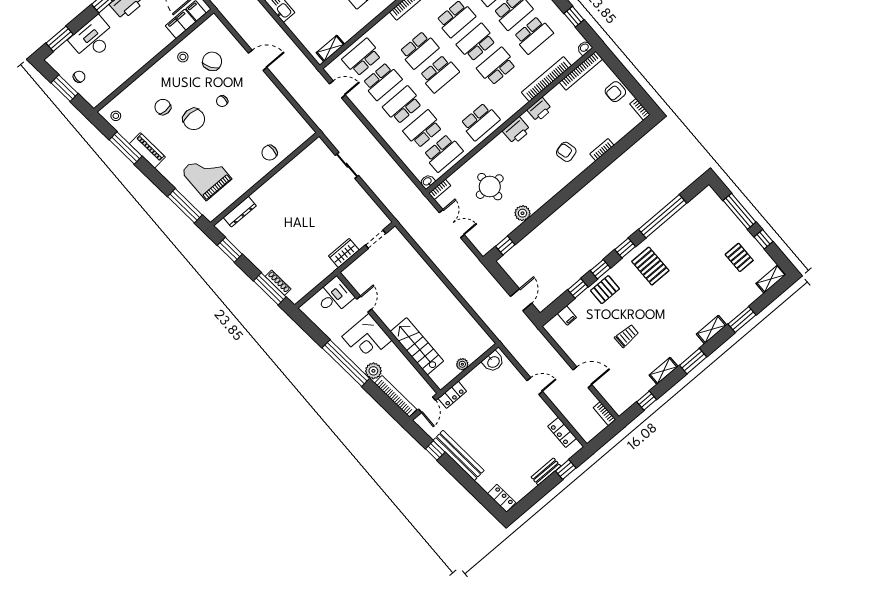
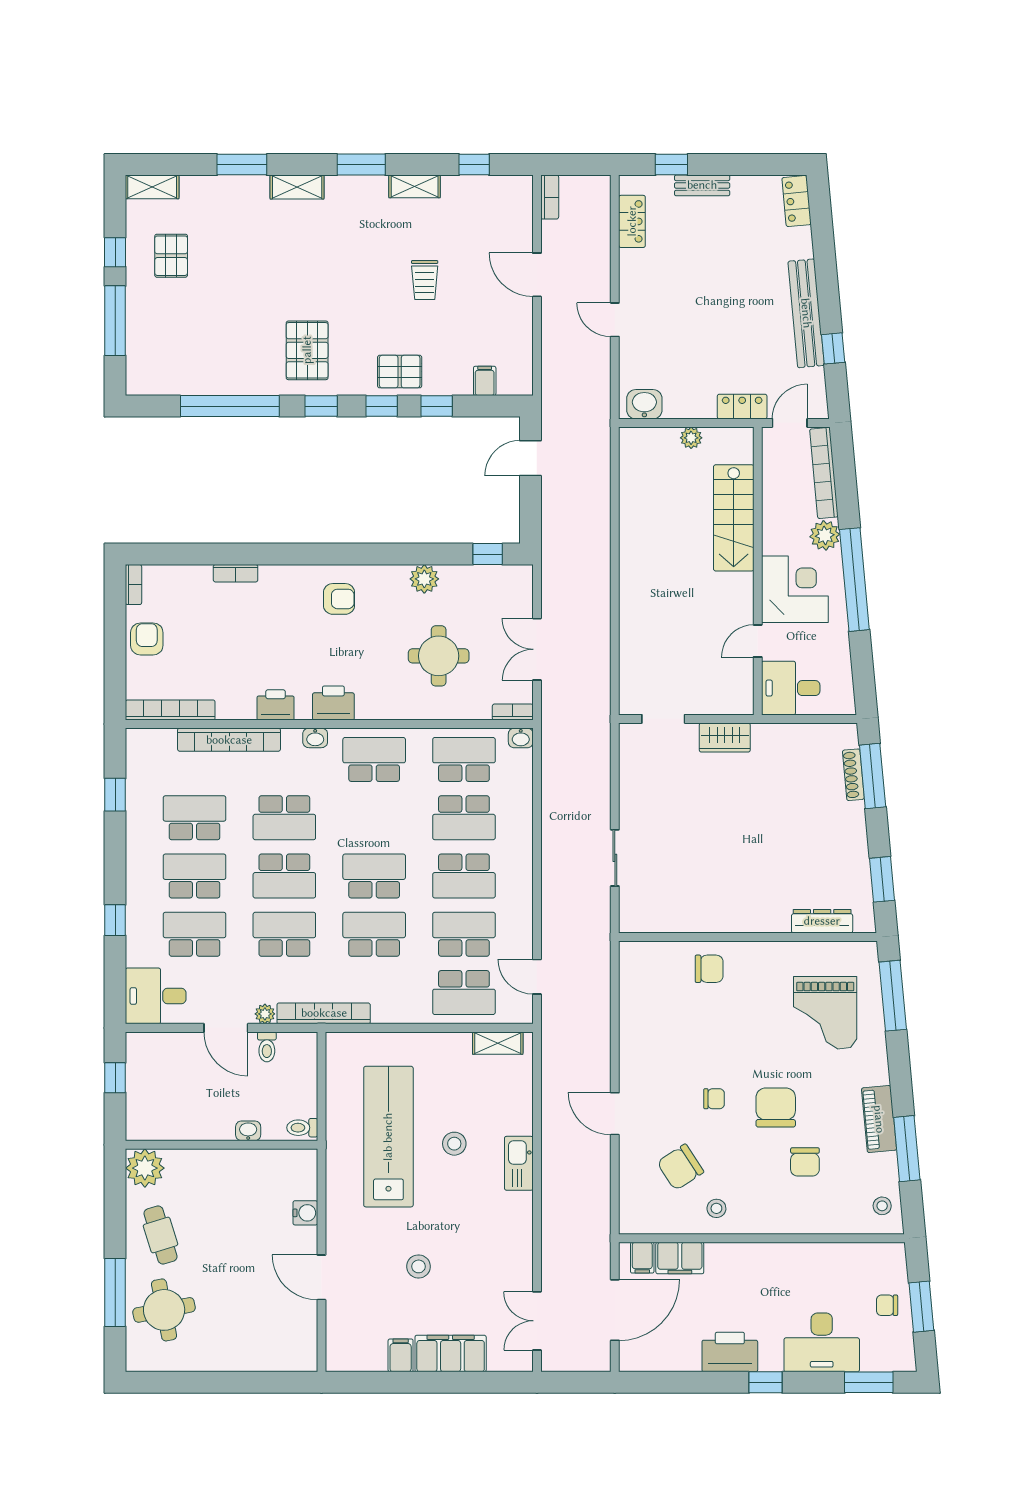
washbasin: (585, 48) -> (315, 738), moved
armchair: (615, 92) -> (147, 639), turned -90
armchair: (566, 152) -> (339, 599), moved, turned -76
trolley: (627, 336) -> (425, 280), turned -90

